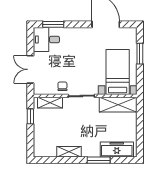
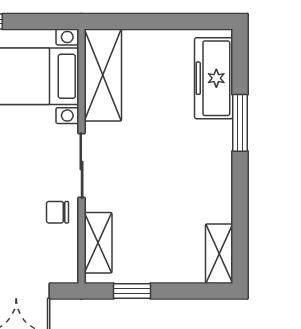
shelving: (69, 152) -> (219, 254), moved

